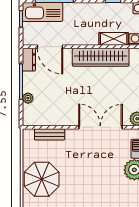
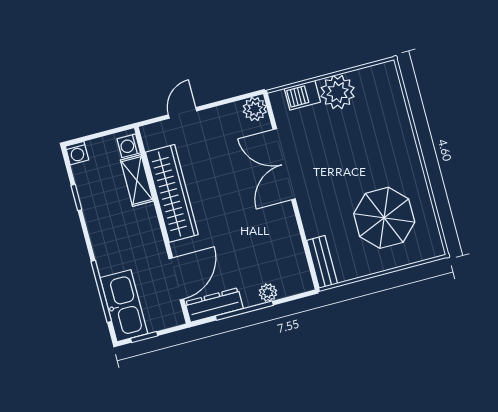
dresser: (29, 60) -> (214, 305), width x1.44
bench: (50, 134) -> (322, 262), moved
parasol: (42, 179) -> (384, 218), moved

